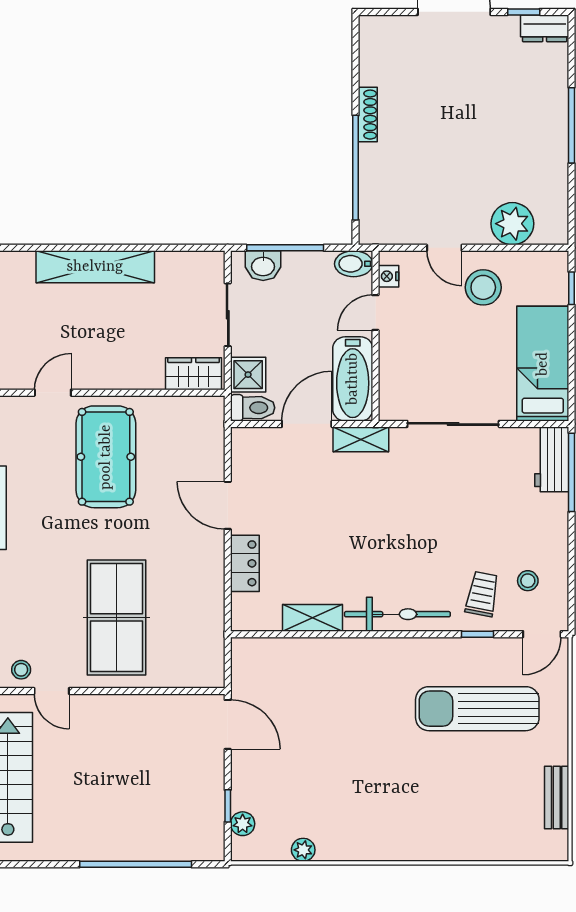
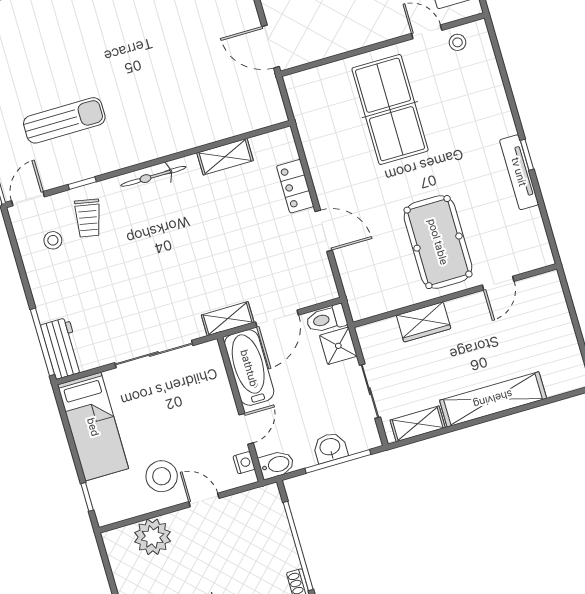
shelving: (186, 264) -> (418, 424), added
washbasin: (263, 266) -> (330, 447), moved
wardrobe: (194, 374) -> (424, 322), moved
bicycle: (397, 614) -> (153, 176), width x0.73, depth x0.71
sun lounger: (477, 709) -> (64, 120), width x0.73, depth x0.75

